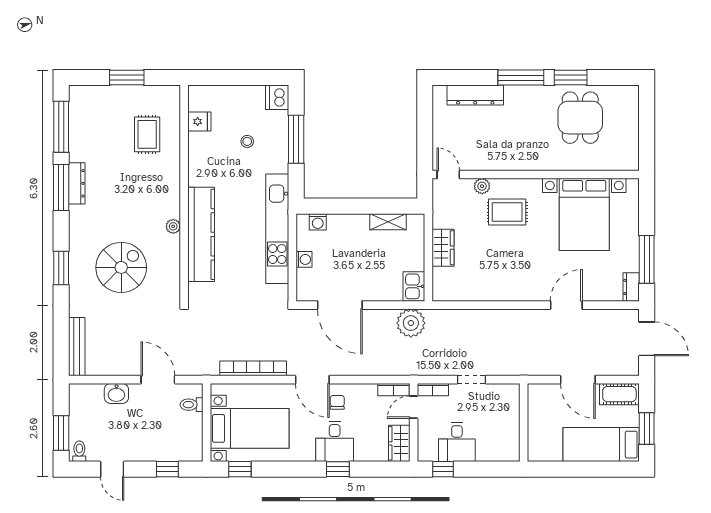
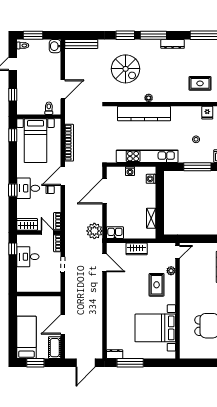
window: (61, 188) -> (153, 35), moved
door: (566, 305) -> (105, 263), moved
washbasin: (116, 393) -> (55, 46), moved

